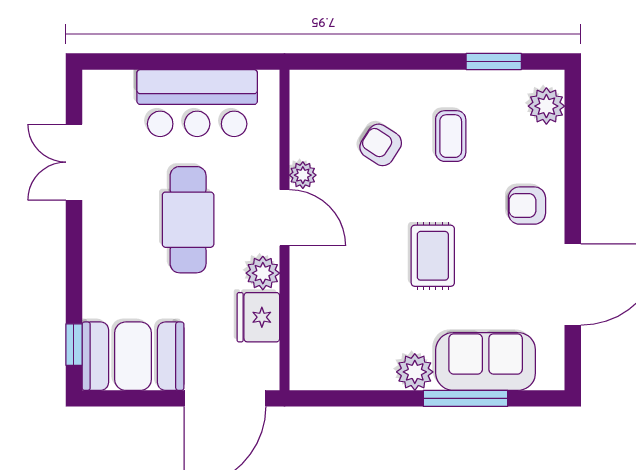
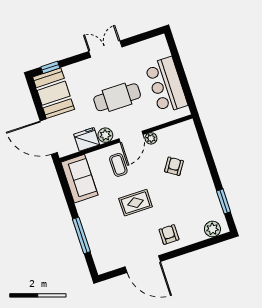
coffee table: (451, 136) -> (118, 165), moved, turned 90
double door: (74, 162) -> (105, 49), moved
sofa: (486, 361) -> (79, 179), moved
plant: (415, 372) -> (85, 211), removed

